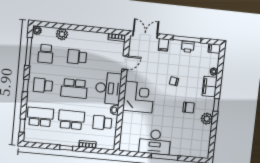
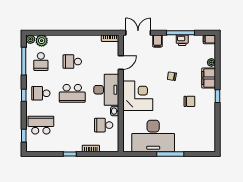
plant: (62, 34) -> (42, 41), moved
plant: (207, 119) -> (209, 111), removed
school desk: (71, 120) -> (72, 125), removed
desk: (155, 142) -> (153, 136), width x1.36, depth x1.30

